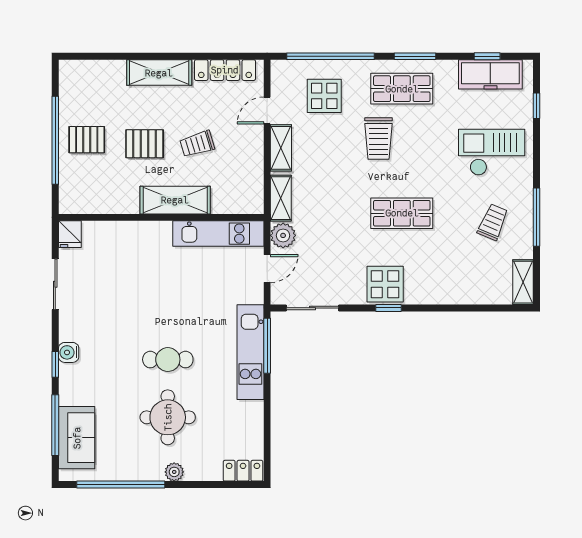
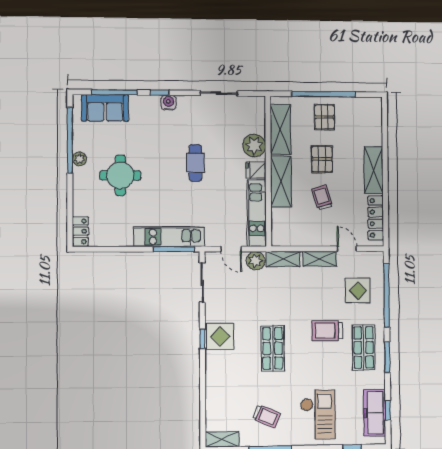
shelving: (104, 200) -> (280, 129), added
fridge: (70, 234) -> (256, 170), moved
plant: (126, 236) -> (254, 146), added
cafe table: (168, 360) -> (195, 163), moved
plant: (174, 472) -> (79, 159), moved

